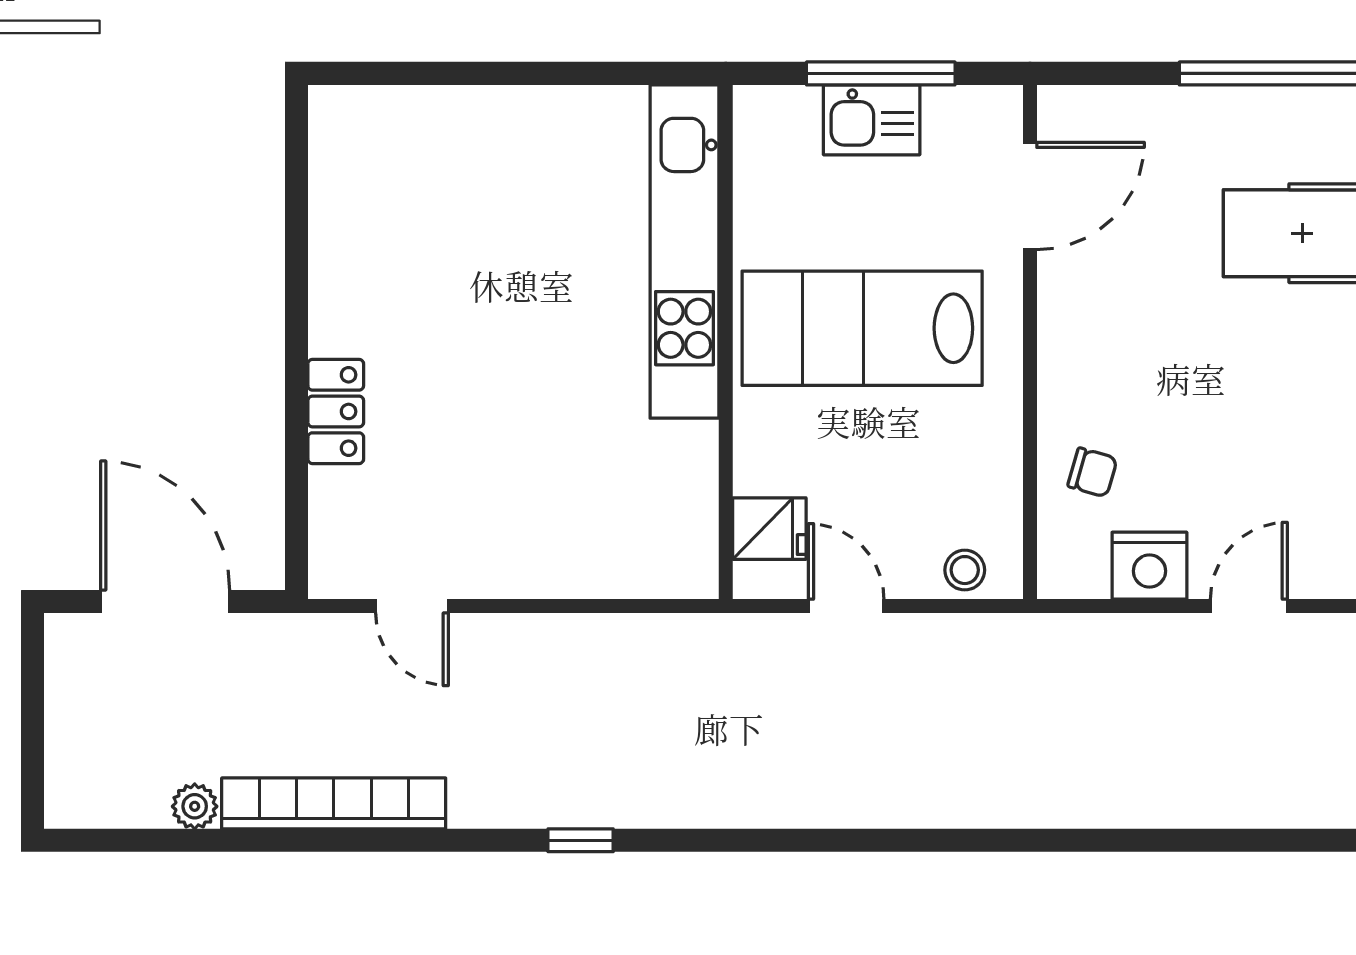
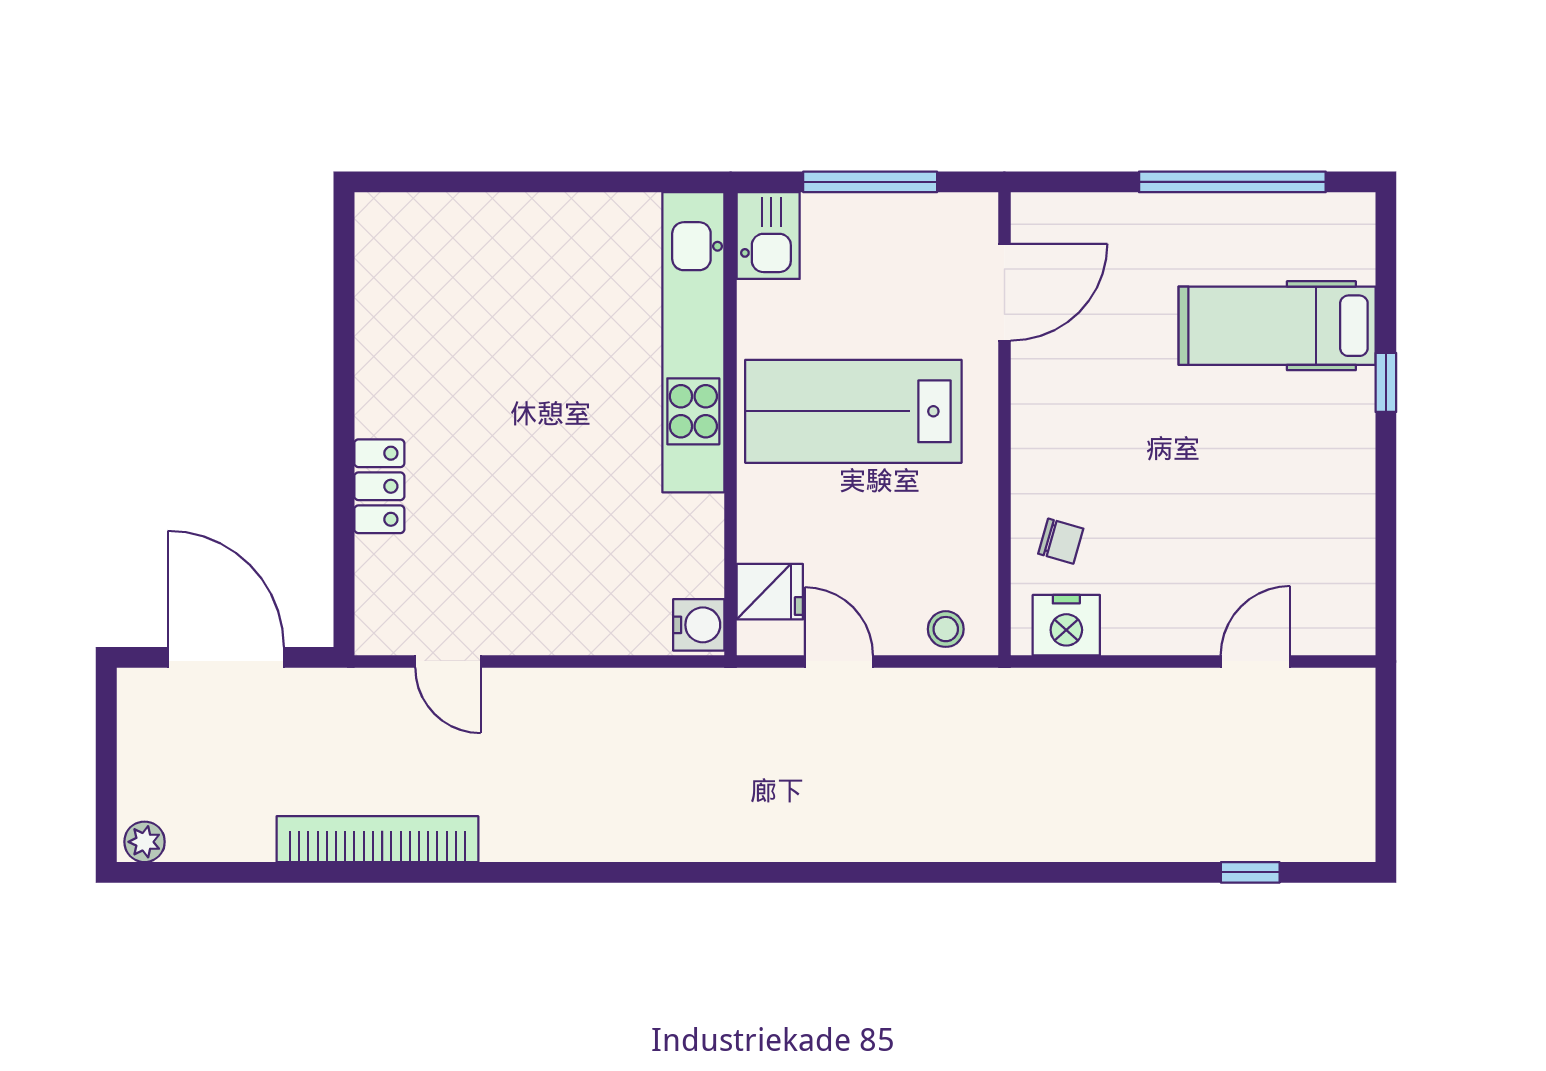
kitchen sink: (872, 120) -> (768, 236), moved, turned -90
water cooler: (690, 565) -> (699, 625), added
nightstand: (1149, 566) -> (1066, 625), moved
door: (1249, 606) -> (1255, 661), moved
plant: (195, 806) -> (145, 842), moved
window: (581, 840) -> (1250, 872), moved

